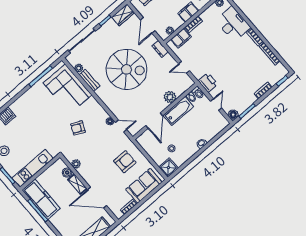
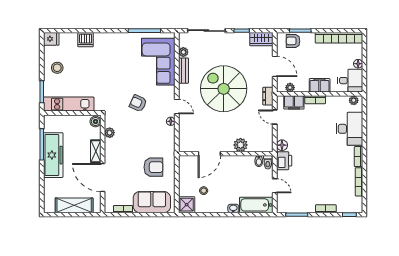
door: (148, 25) -> (275, 66), swing flipped
door: (184, 67) -> (275, 117), moved
spiral stairs: (127, 69) -> (224, 89), turned 180
door: (216, 105) -> (275, 186), hinge flipped
bathtub: (178, 111) -> (256, 205), moved, turned 180
floor lamp: (233, 115) -> (282, 145), moved
door: (121, 126) -> (177, 107), moved
boiler: (67, 173) -> (95, 121), moved
freezer: (41, 199) -> (53, 155), moved

